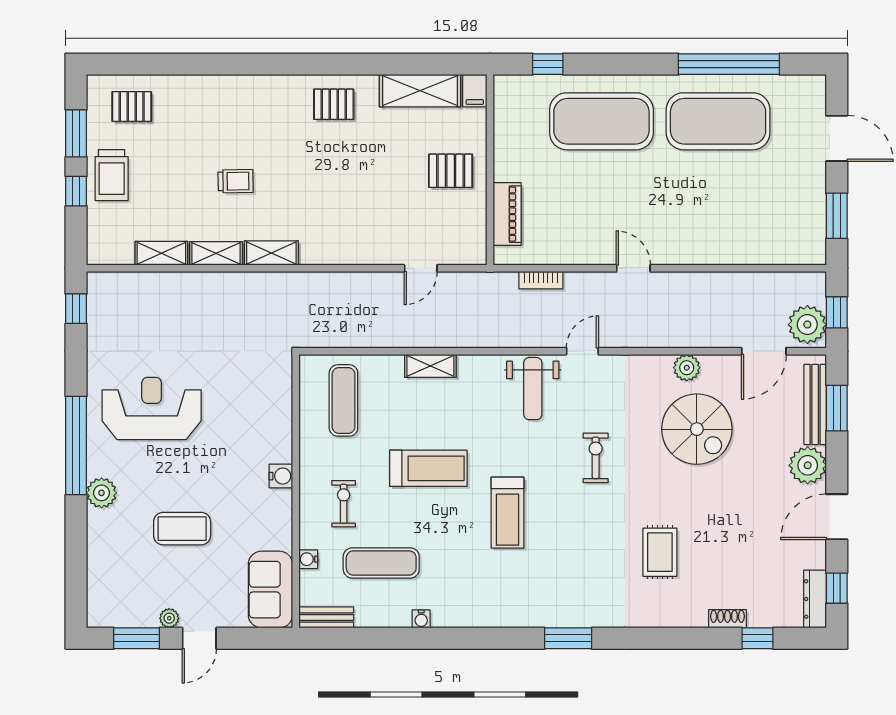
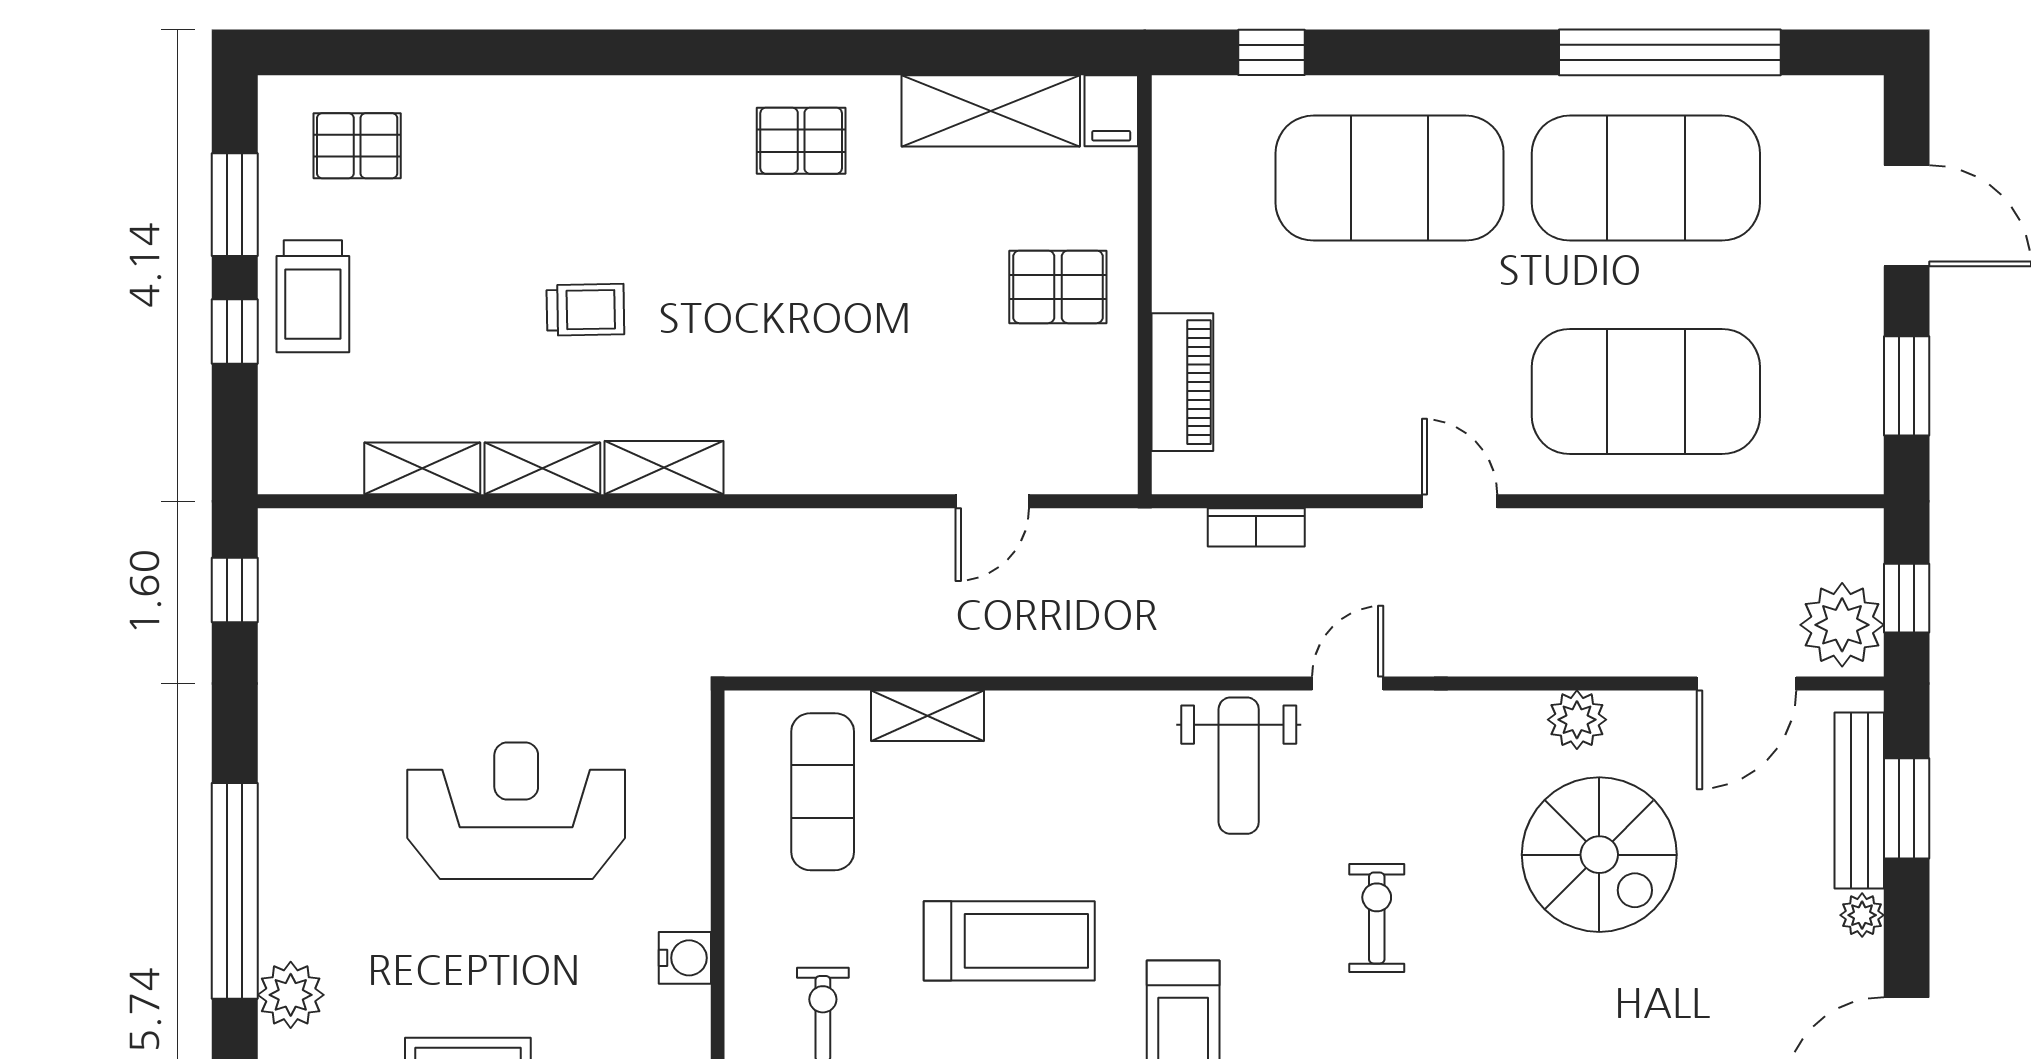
exercise mat: (718, 218) -> (1646, 392), added
shelving: (430, 366) -> (928, 716), moved
reception desk: (152, 408) -> (516, 811), moved
plant: (808, 465) -> (1862, 915), width x0.53, depth x0.53

